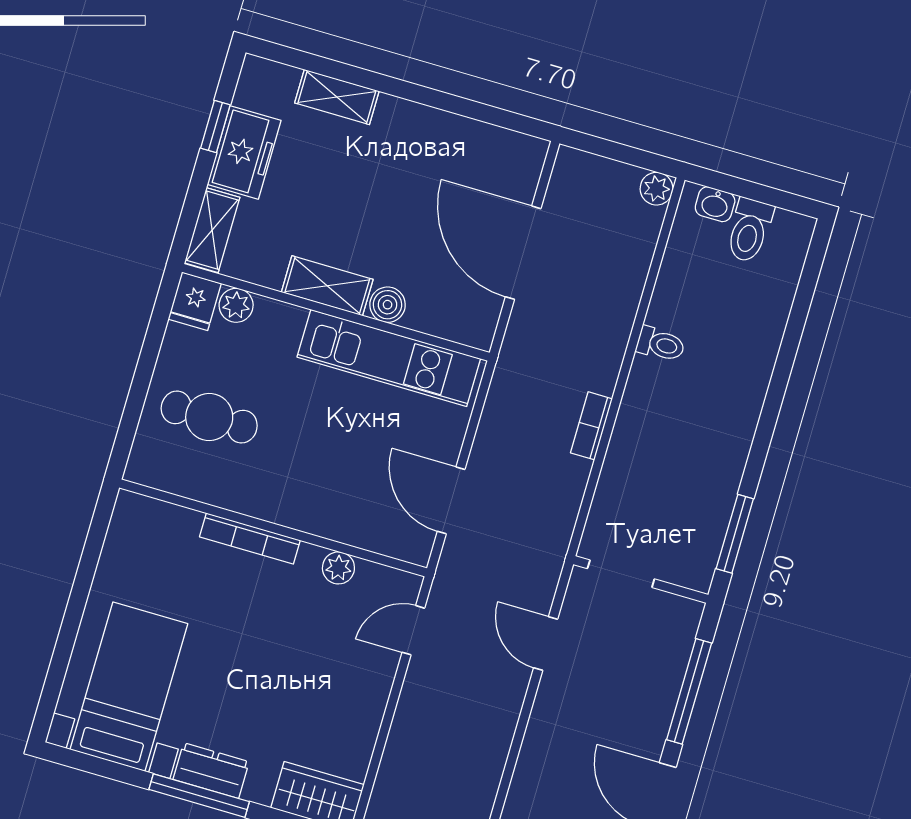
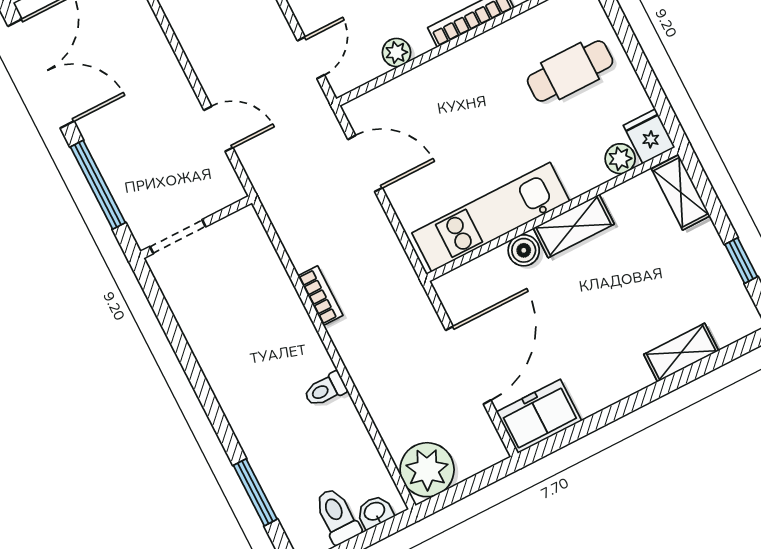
freezer: (244, 152) -> (539, 416), moved, turned 90
plant: (657, 189) -> (427, 470), width x1.87, depth x1.87
door: (523, 253) -> (468, 365), hinge flipped
window: (735, 534) -> (255, 492), moved
doorway: (621, 574) -> (178, 237), moved

